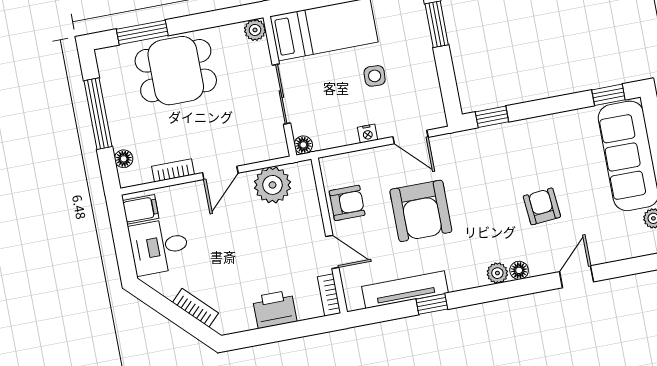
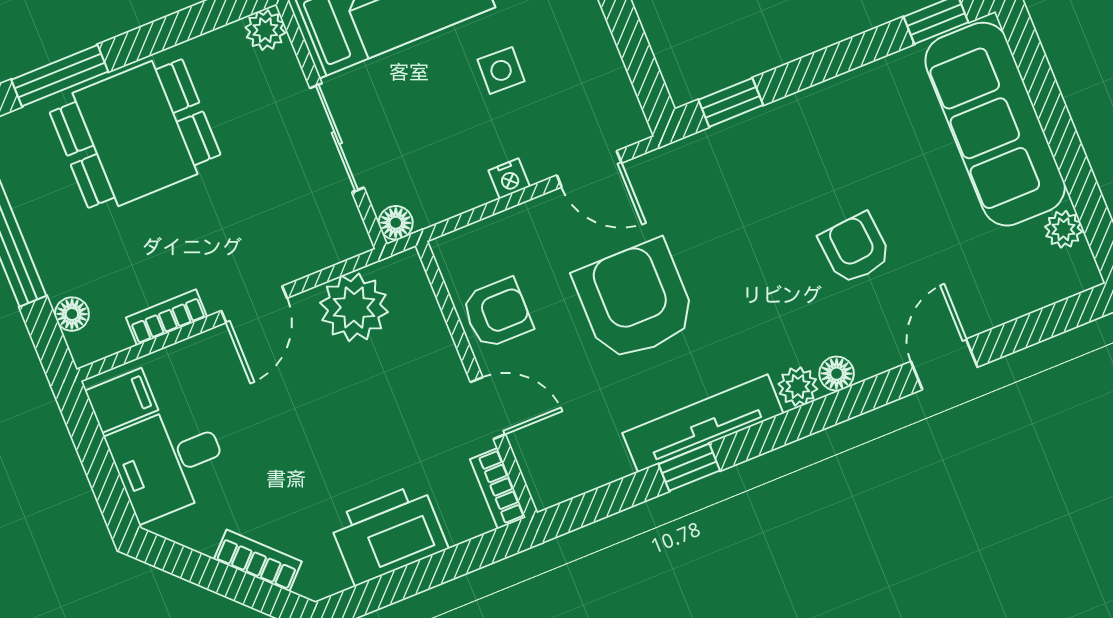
armchair: (421, 211) -> (635, 301), turned 180
tv unit: (405, 290) -> (703, 423), moved
printer: (275, 309) -> (388, 534), width x1.37, depth x1.19

